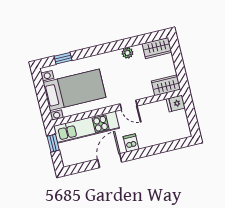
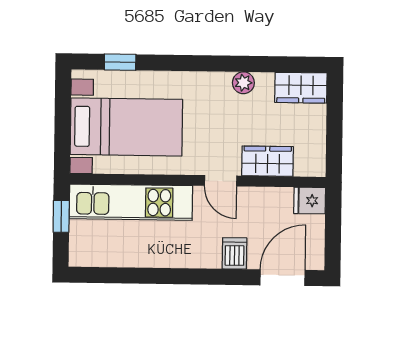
wardrobe: (166, 85) -> (268, 161), moved
dishwasher: (131, 143) -> (235, 253), moved
door: (110, 161) -> (282, 278), moved

